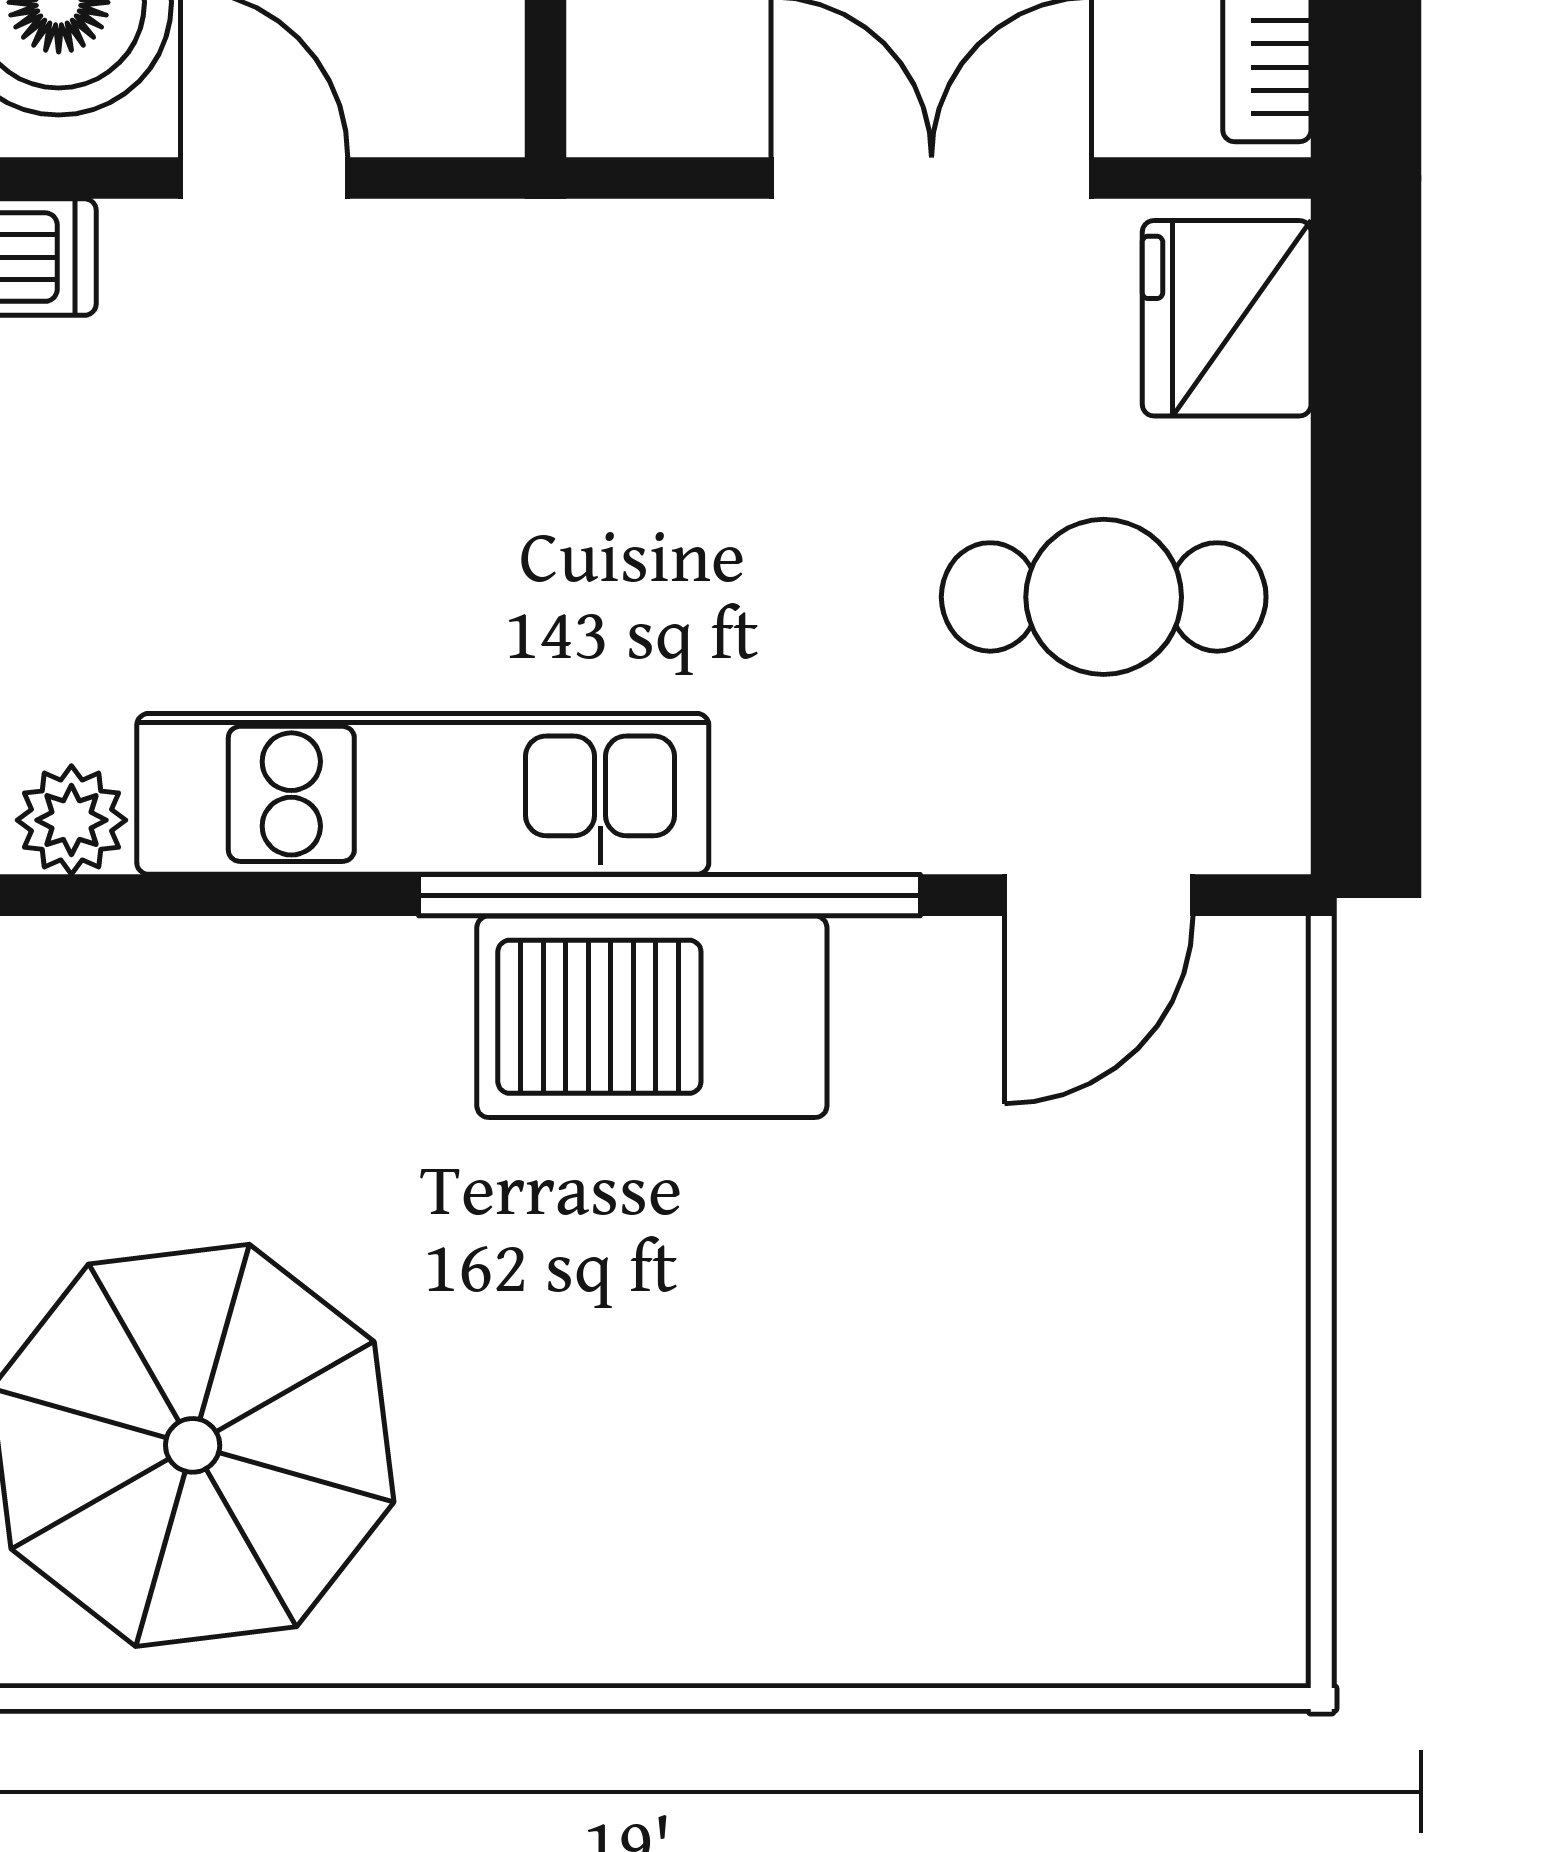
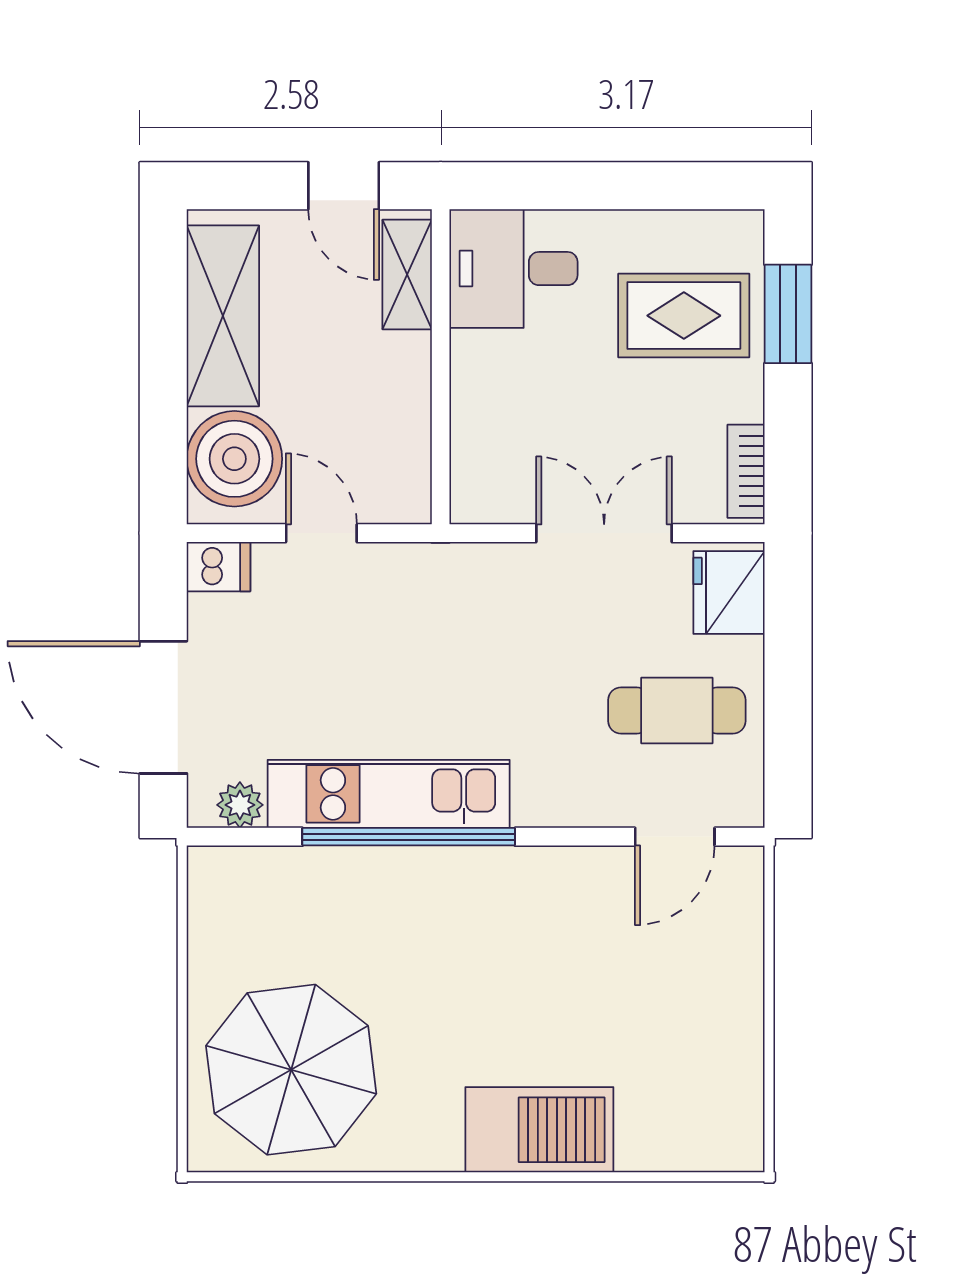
window: (669, 895) -> (409, 837), moved
barbecue: (652, 1017) -> (539, 1130), moved, turned 180

